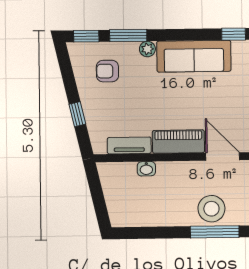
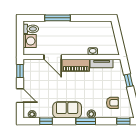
window: (128, 36) -> (86, 121), moved
sofa: (194, 56) -> (67, 110), width x0.73
stool: (211, 209) -> (59, 30), removed

